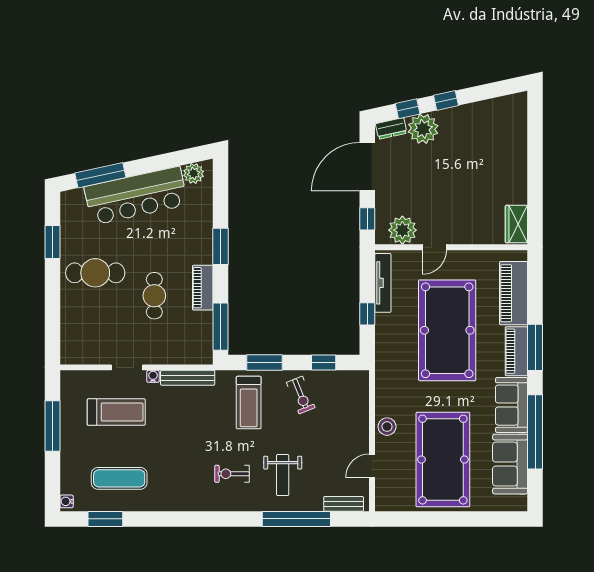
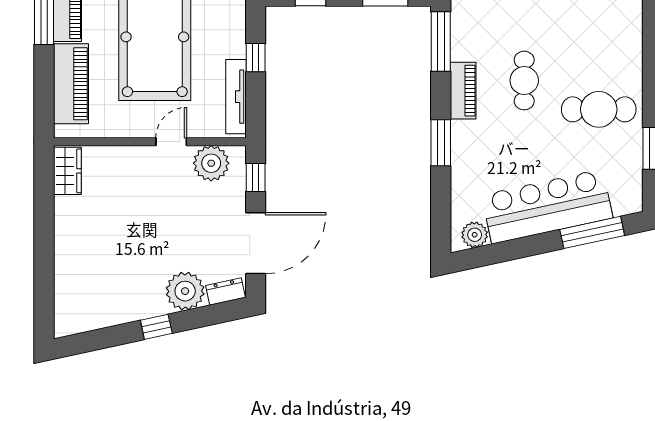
window: (408, 109) -> (205, 316), removed

